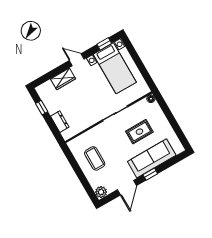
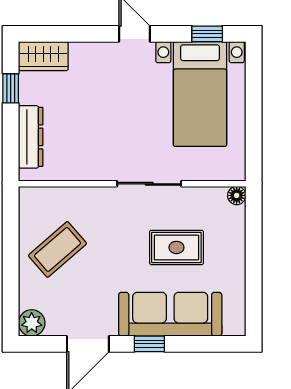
wardrobe: (63, 79) -> (43, 56), moved
dresser: (60, 122) -> (31, 137), width x1.44
coffee table: (95, 158) -> (57, 249), turned 49

